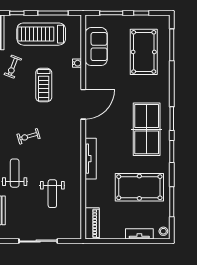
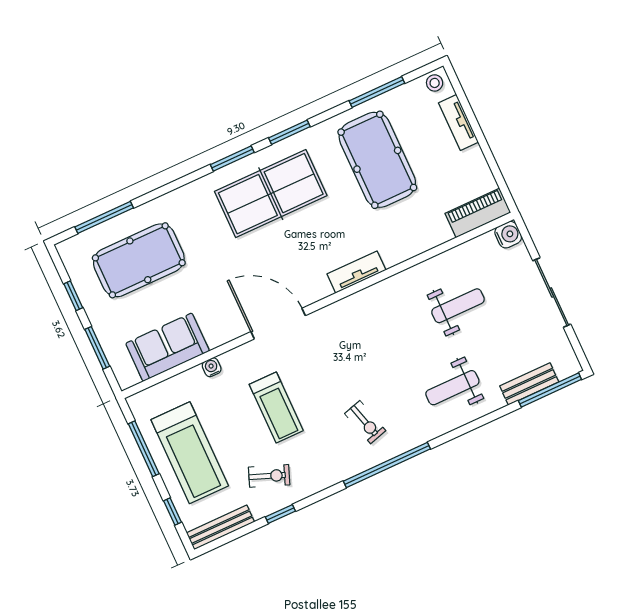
treadmill: (44, 85) -> (276, 408), turned 90
exercise bike: (28, 136) -> (365, 422), moved
tv unit: (91, 159) -> (356, 272), width x0.71
water cooler: (75, 233) -> (508, 235), added

